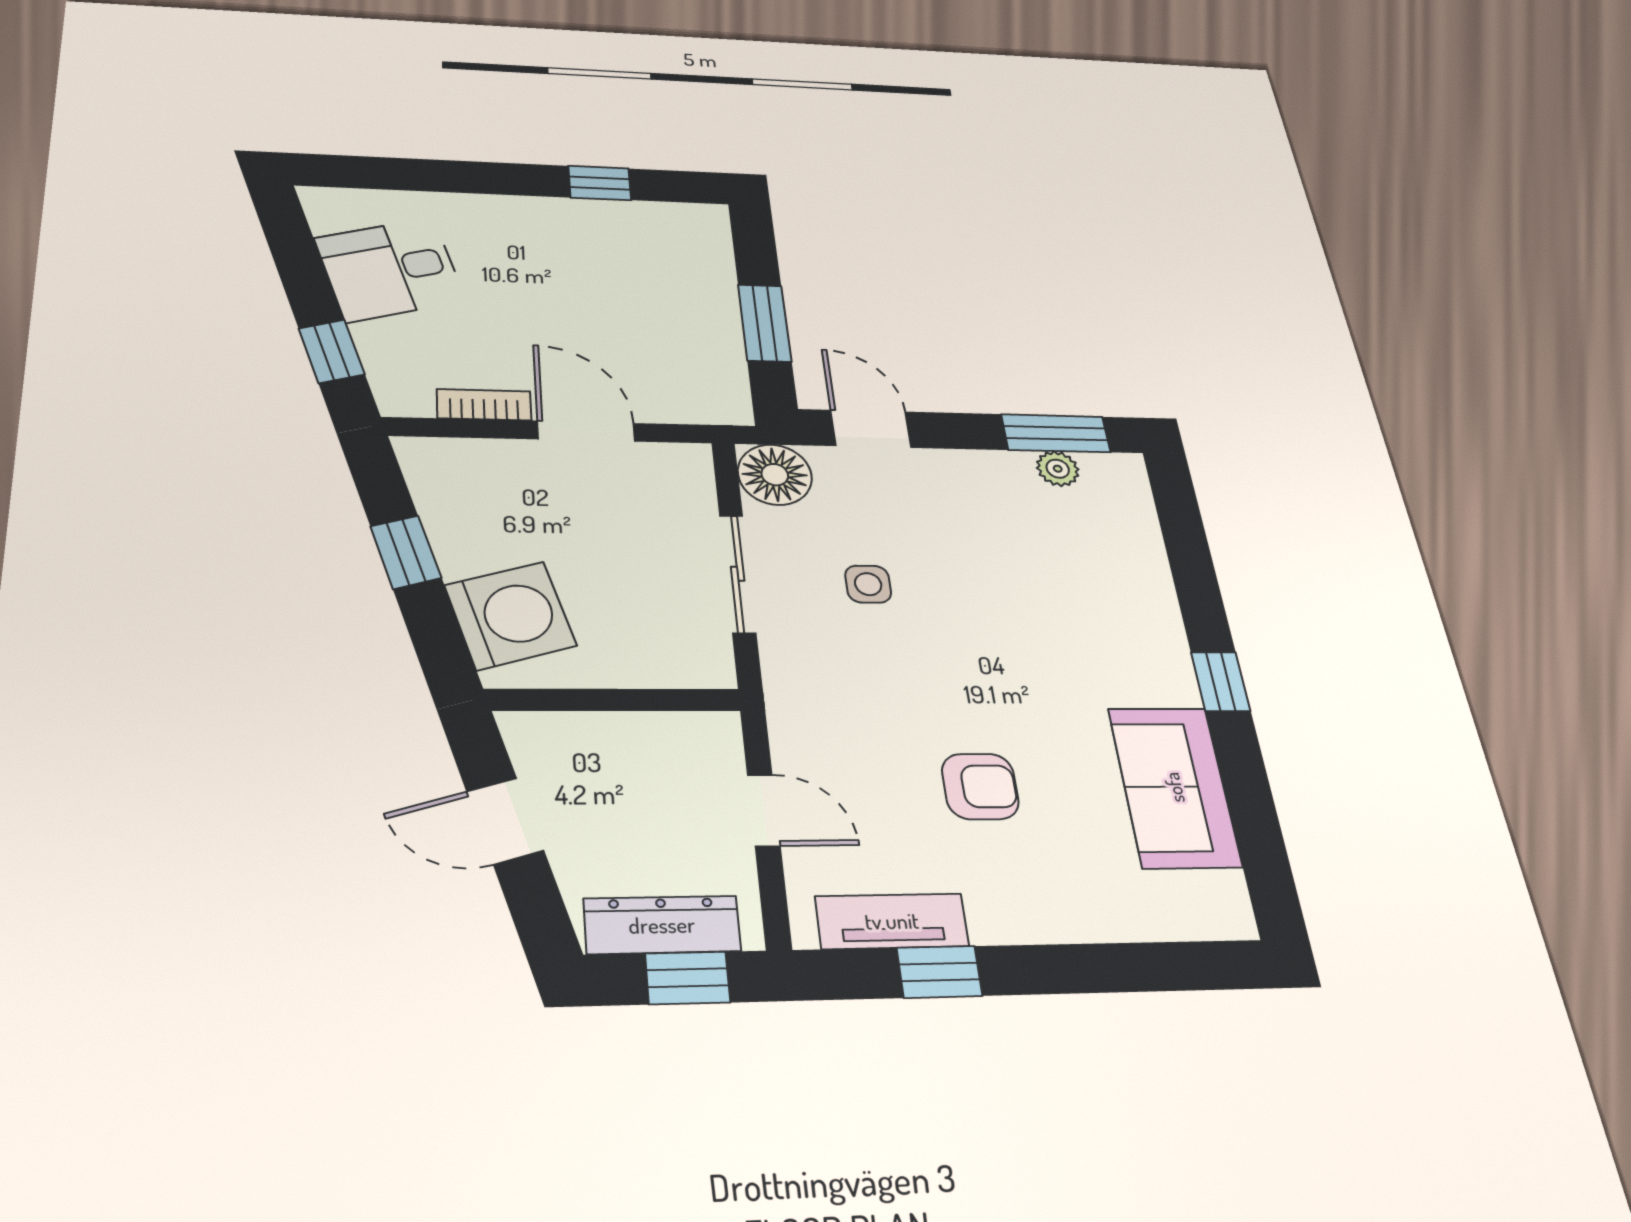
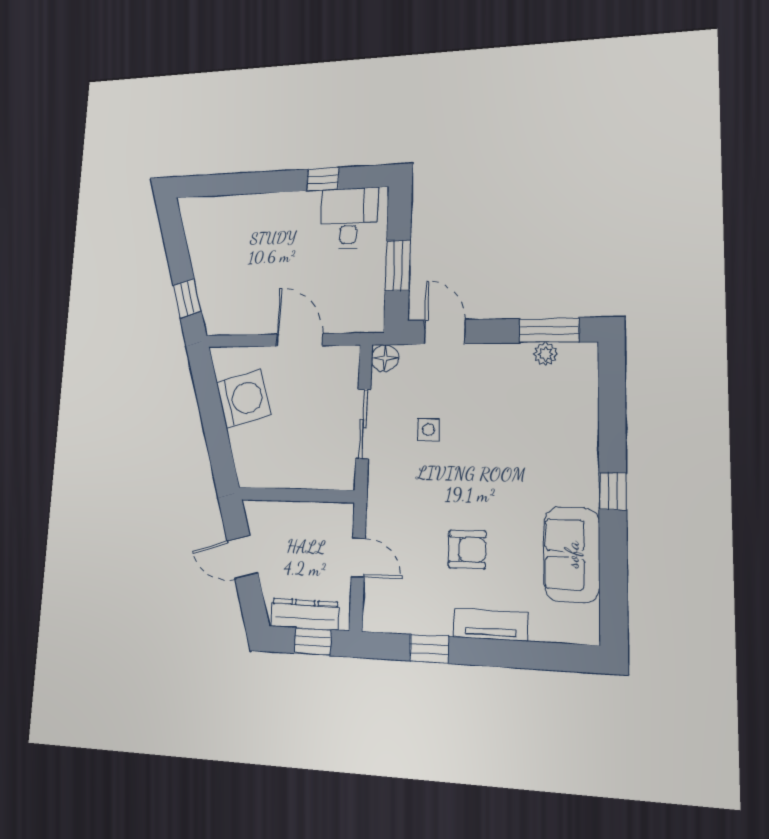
desk: (390, 269) -> (349, 218), moved, turned 106
bookcase: (484, 405) -> (253, 326), removed
floor lamp: (775, 475) -> (385, 358), width x0.73, depth x0.73
window: (406, 552) -> (212, 413), removed
washing machine: (510, 615) -> (244, 399), moved
tv unit: (892, 921) -> (491, 625), moved

